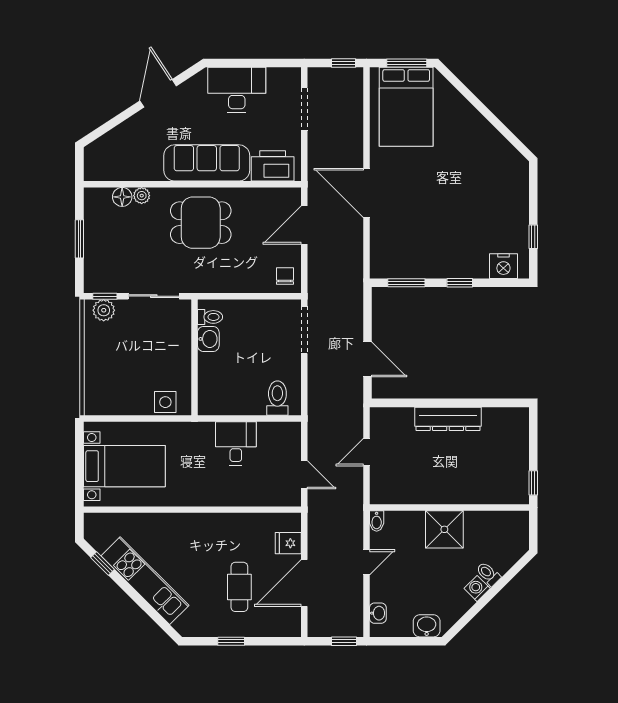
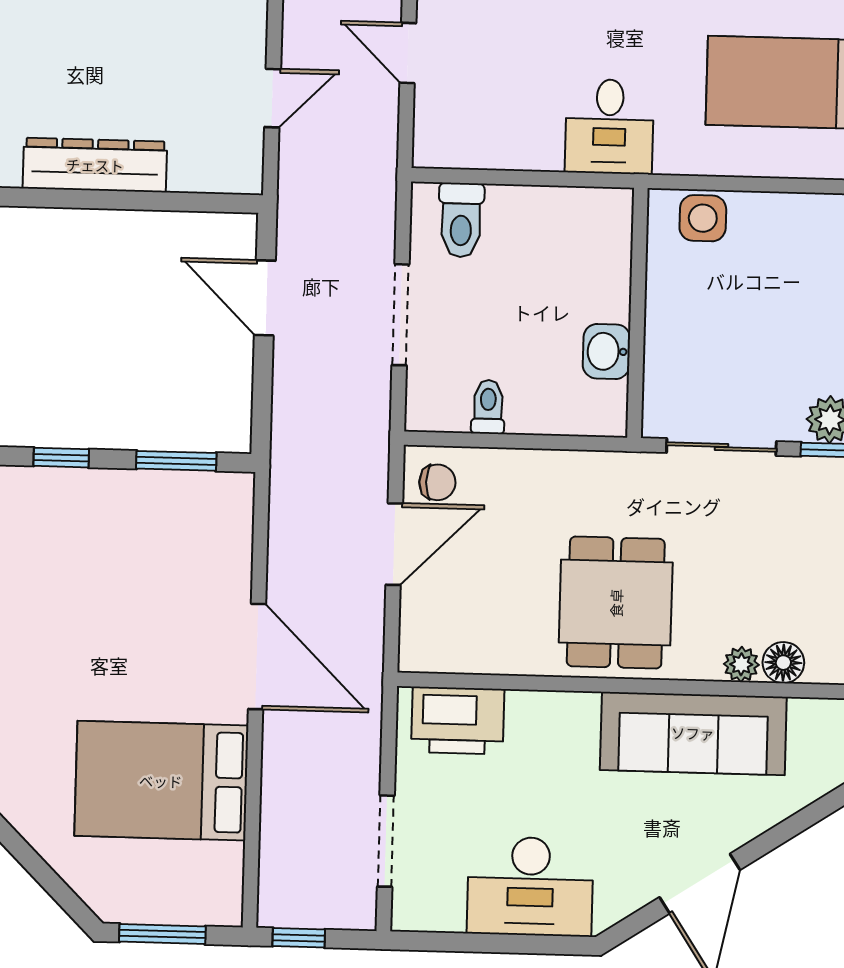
bed: (406, 107) -> (161, 781), moved, turned -90
sofa: (207, 163) -> (693, 733), moved
dining table: (201, 223) -> (616, 603), turned 90
door: (304, 225) -> (394, 544), moved
chair: (285, 276) -> (437, 482), turned -90
toilet: (210, 317) -> (488, 407), moved, turned 90
doorway: (304, 330) -> (401, 315), moved
desk: (236, 443) -> (609, 127), moved

